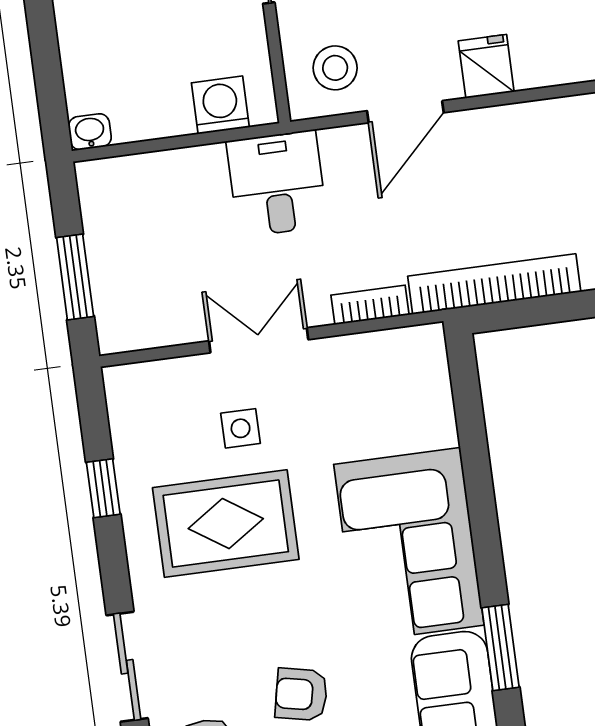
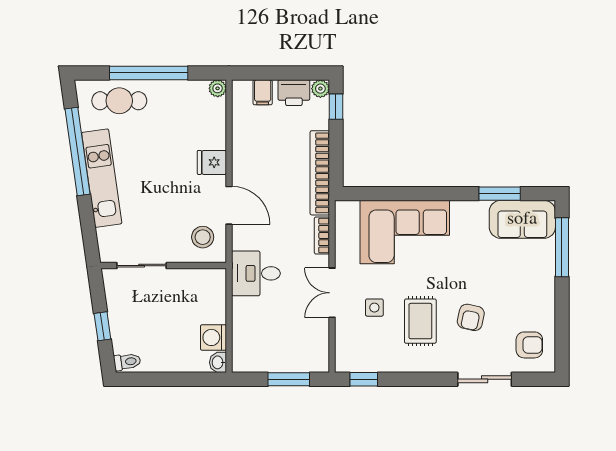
washing machine: (220, 105) -> (213, 337), moved
window: (103, 488) -> (364, 379), moved
rug: (226, 524) -> (420, 321), width x0.73, depth x0.70
corner sofa: (409, 545) -> (405, 232), moved
armchair: (301, 694) -> (471, 317), moved

